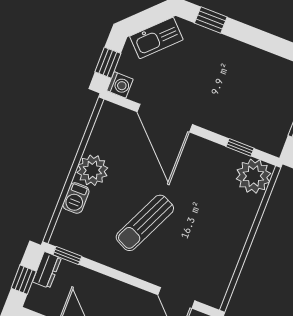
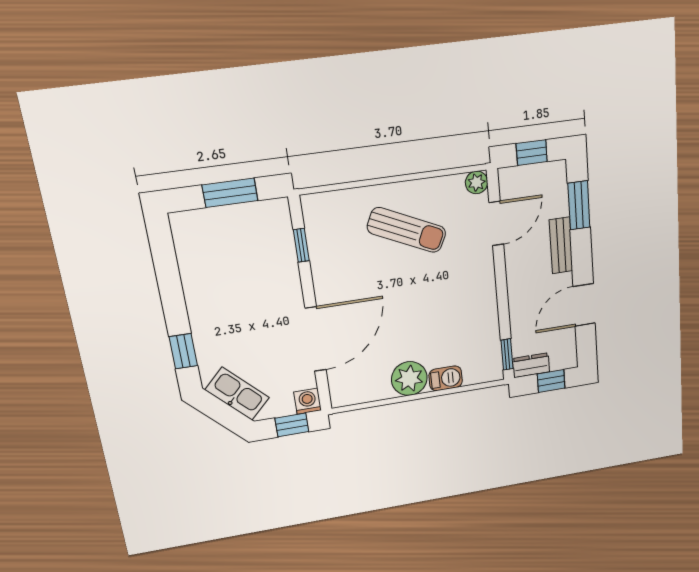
plant: (253, 176) -> (477, 182), moved, width x0.53, depth x0.53
sun lounger: (145, 223) -> (407, 230), moved

